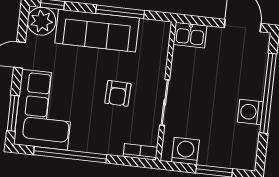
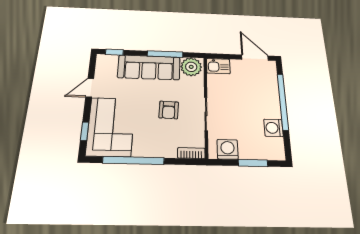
plant: (42, 21) -> (191, 67), moved
washing machine: (250, 112) -> (273, 128), moved
window: (13, 113) -> (85, 131), width x0.67

